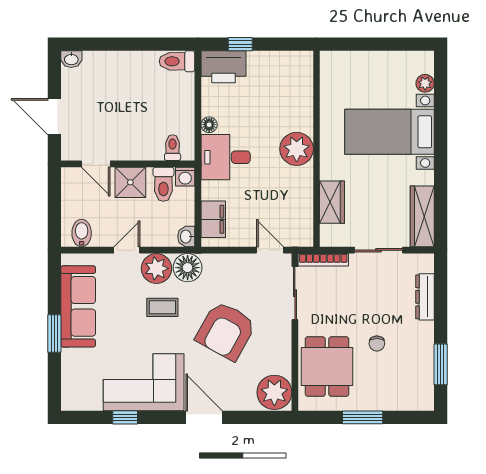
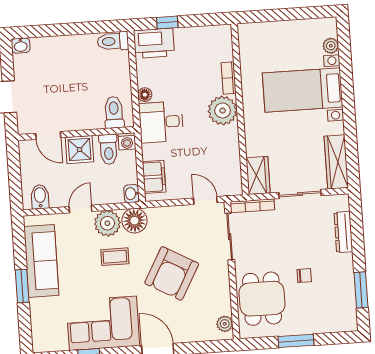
bookcase: (306, 112) -> (229, 78), added
toilet: (173, 148) -> (114, 112), width x1.37, depth x1.39
wardrobe: (332, 202) -> (258, 175), moved
chair: (377, 344) -> (304, 276), turned -90
plant: (274, 392) -> (225, 324), width x0.53, depth x0.53

